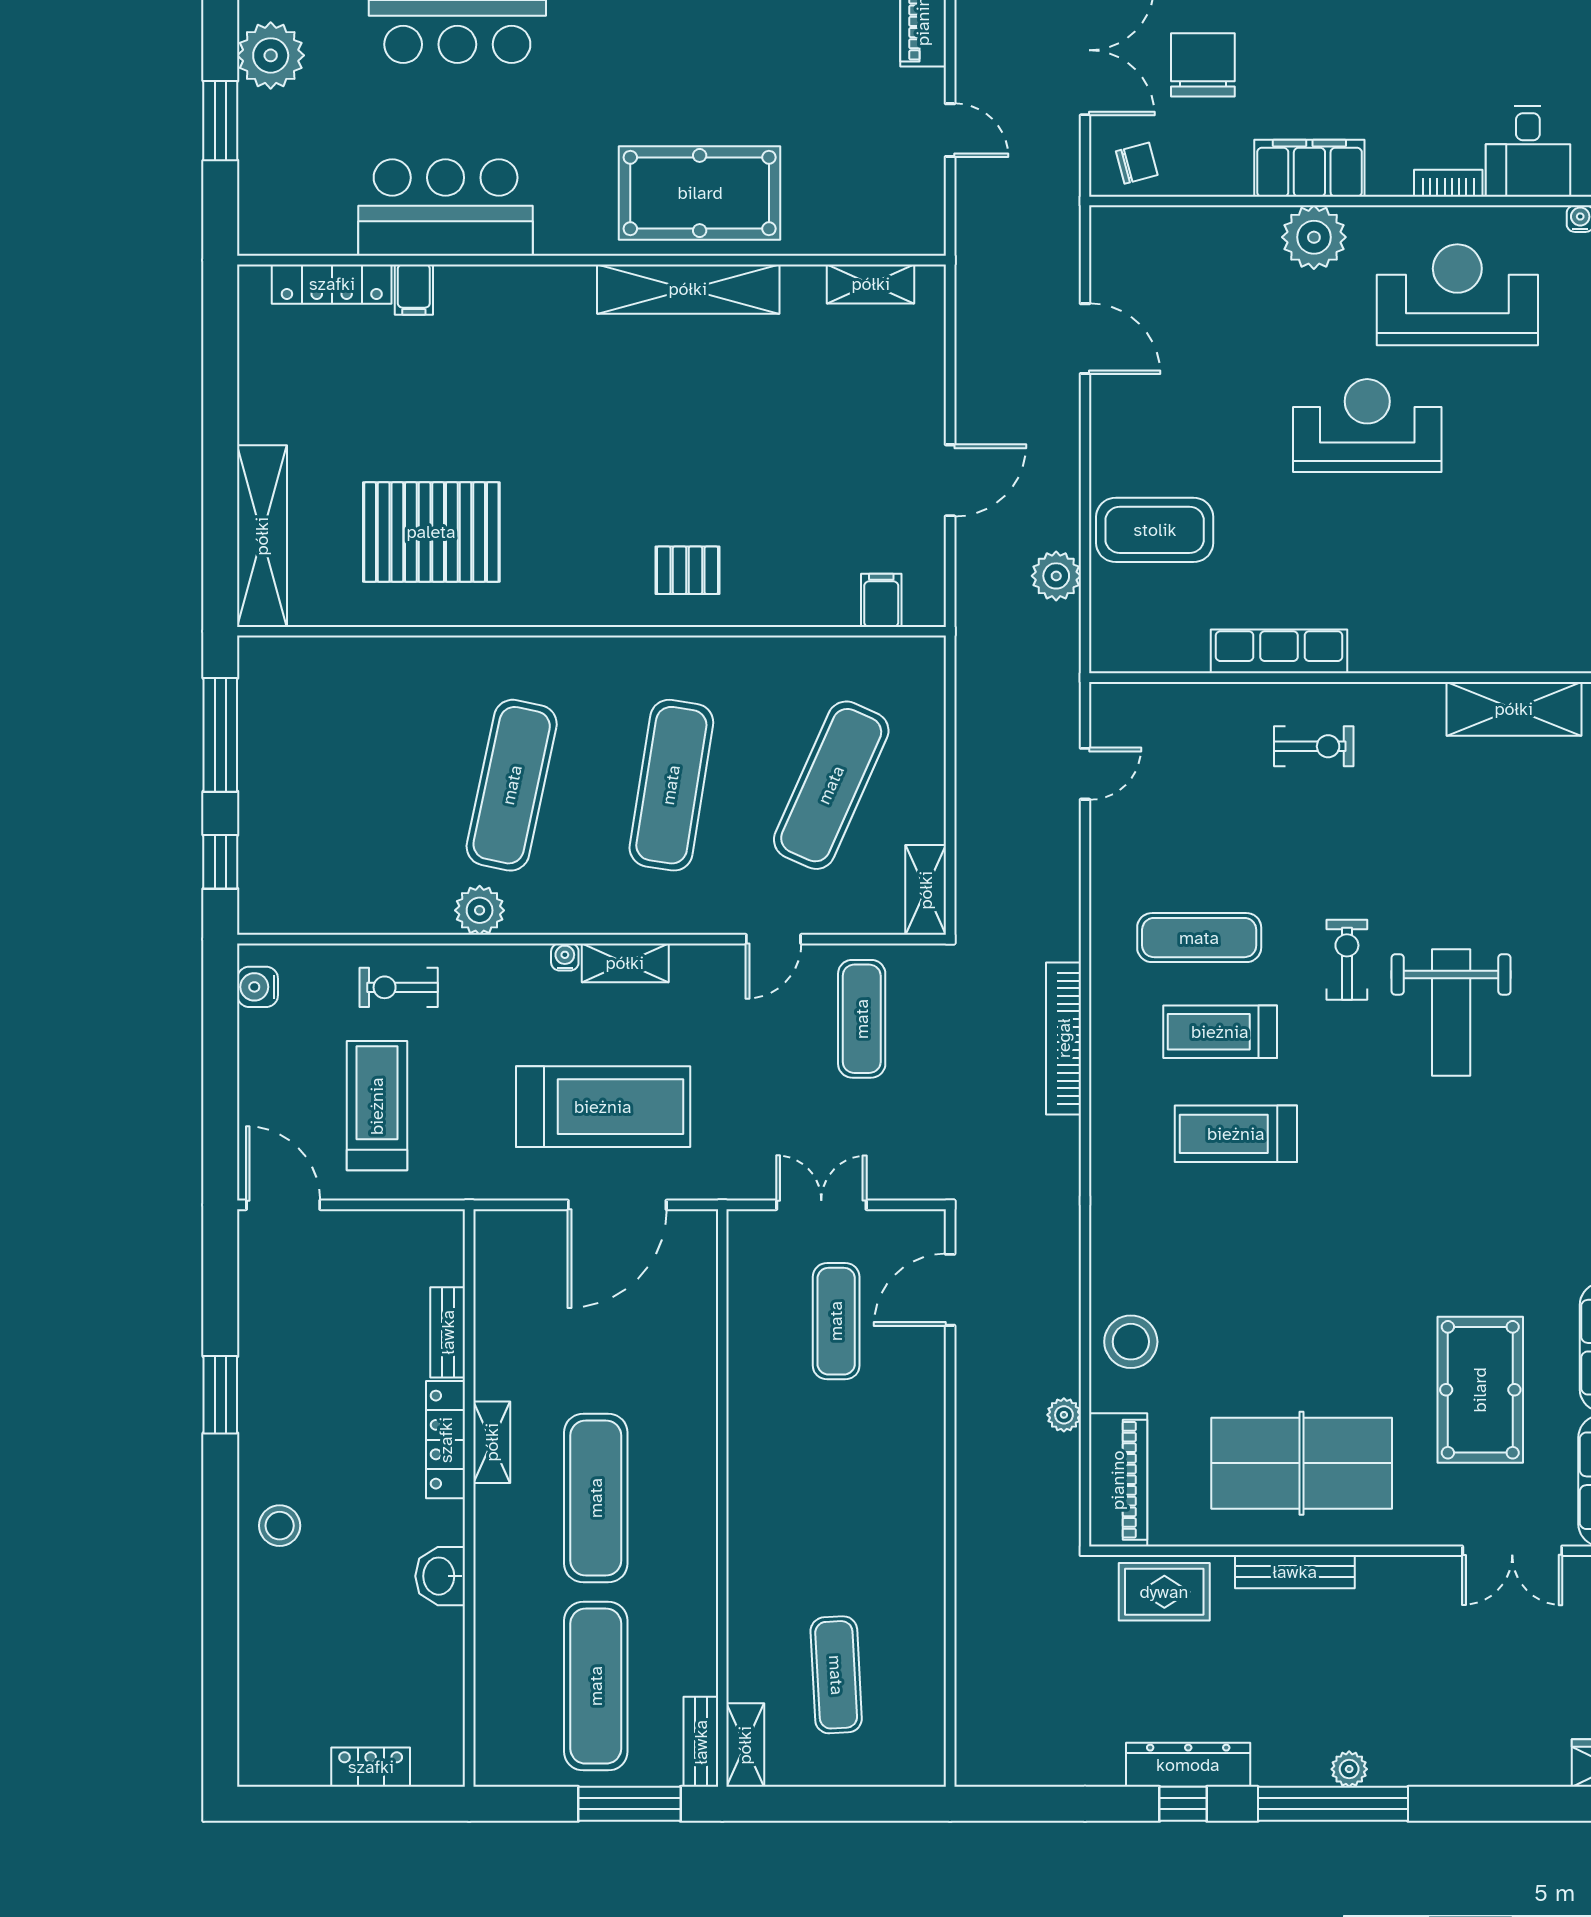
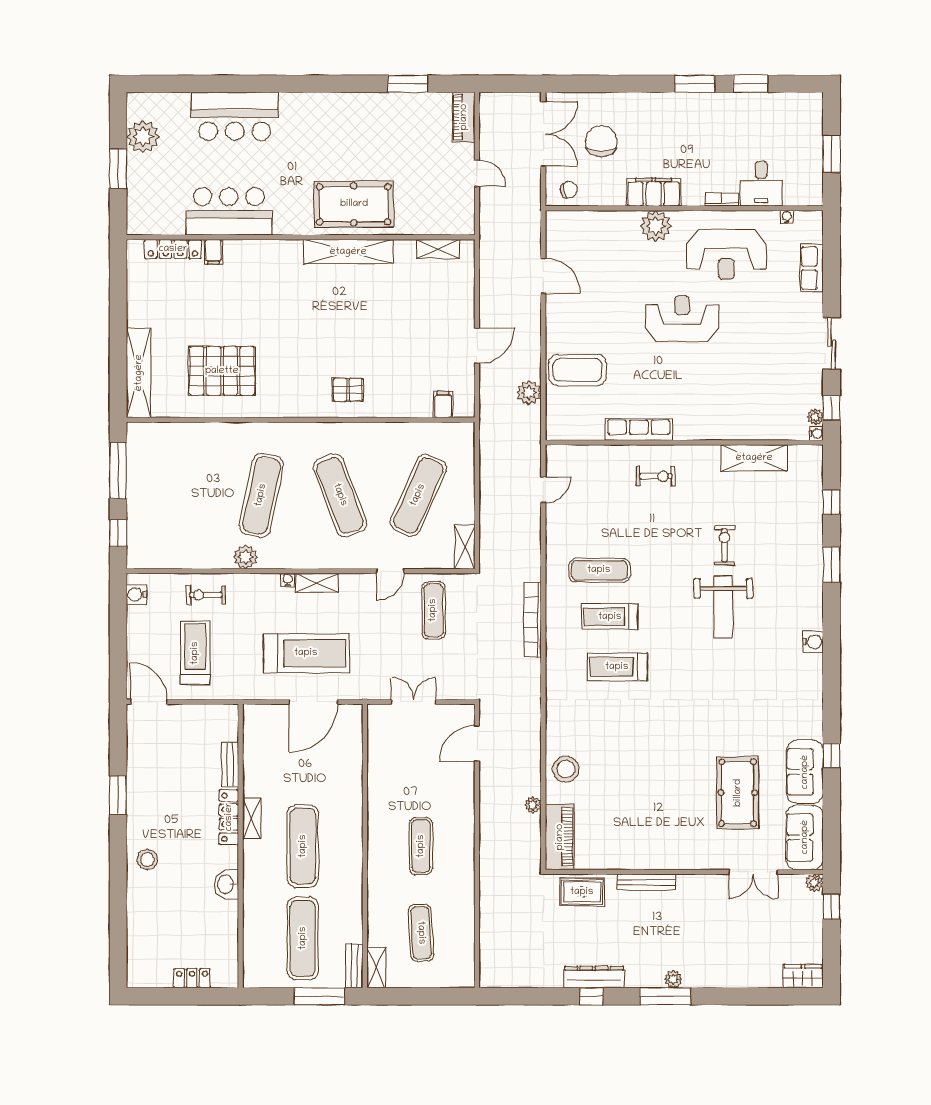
reception desk: (1457, 295) -> (726, 254), turned 180
exercise mat: (671, 785) -> (340, 495), turned -30
exercise bike: (1347, 960) -> (724, 545), moved
exercise mat: (836, 1321) -> (421, 846), moved
table tennis table: (1302, 1463) -> (650, 829), removed
window: (1333, 1804) -> (665, 996), width x0.68

